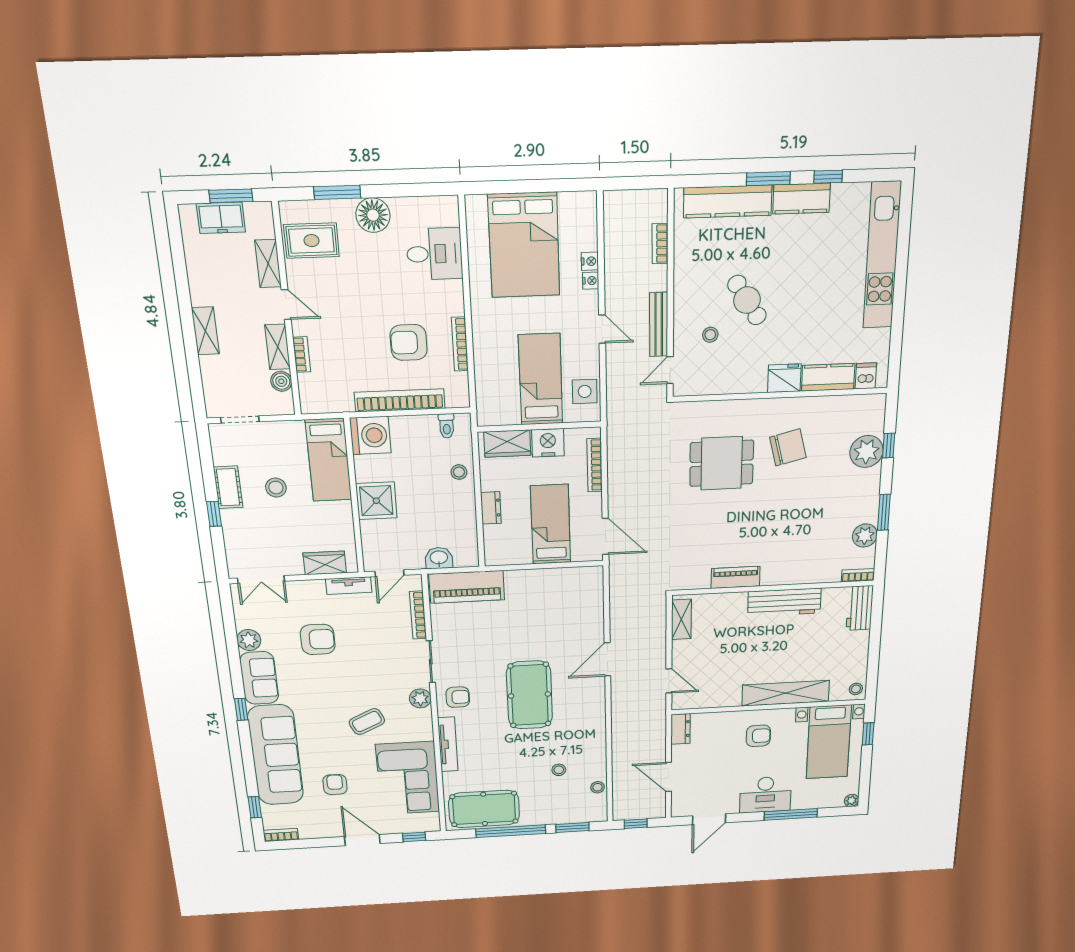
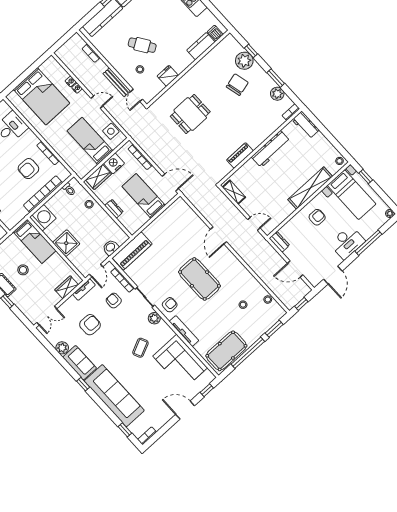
fridge: (784, 378) -> (168, 76), moved
chair: (788, 447) -> (237, 85), moved
armchair: (335, 785) -> (114, 301), moved

